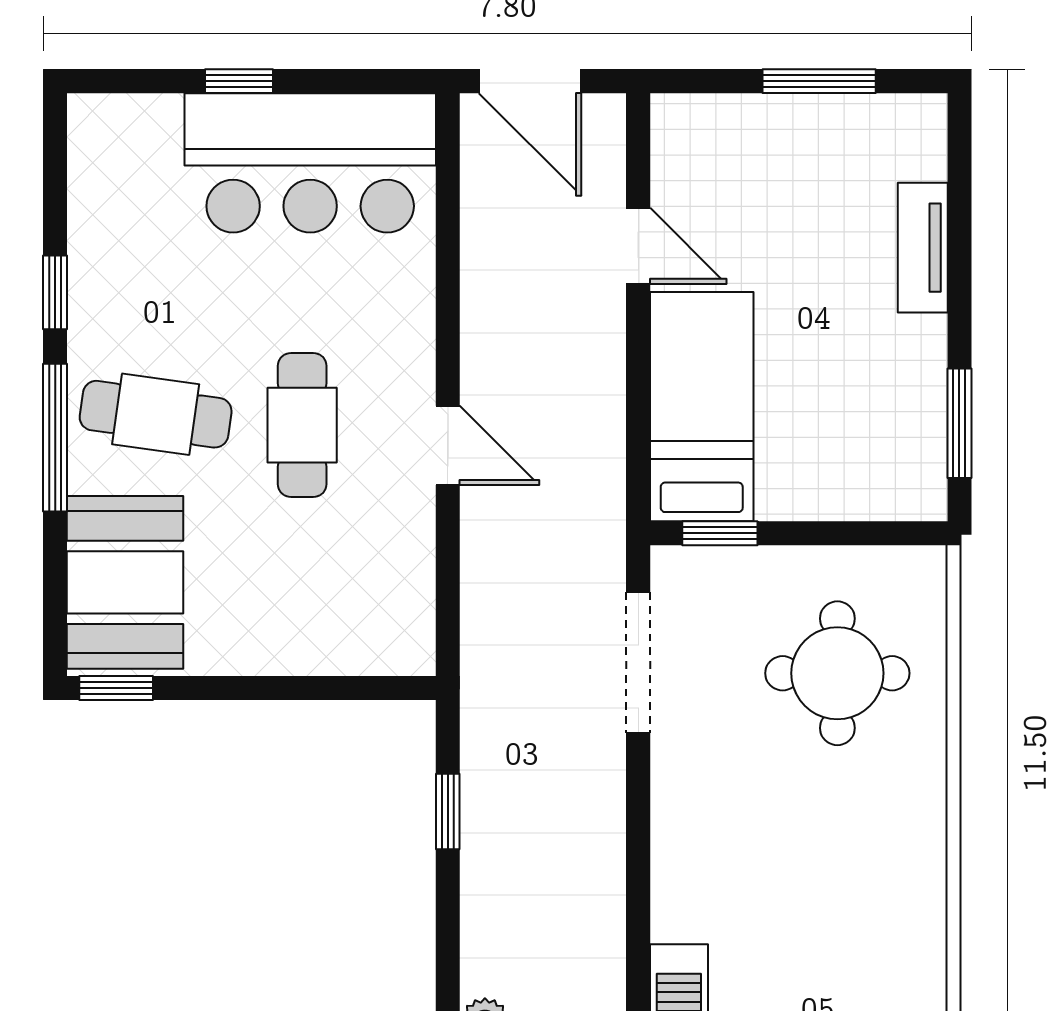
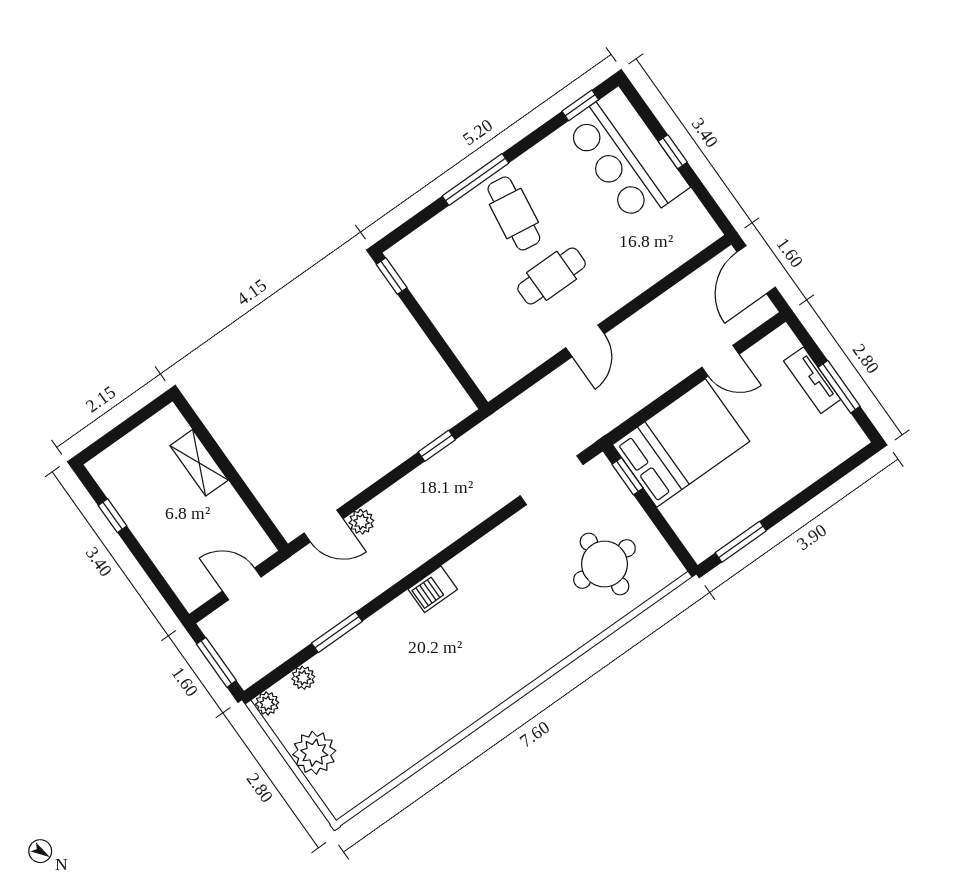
bar counter: (310, 163) -> (626, 156), moved
door: (638, 246) -> (721, 361), hinge flipped
tv unit: (923, 248) -> (812, 380), moved, turned -90
window: (55, 292) -> (580, 105), moved
bed: (702, 407) -> (681, 443), width x1.50
booth: (125, 582) -> (437, 249), removed

